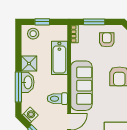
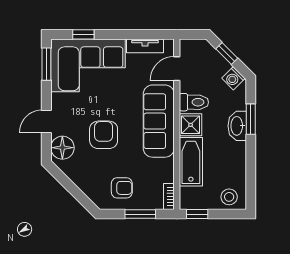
window: (42, 22) -> (197, 214), moved
armchair: (107, 40) -> (122, 188), turned -90
shower: (29, 64) -> (191, 125), moved
window: (18, 87) -> (251, 119), width x0.69

